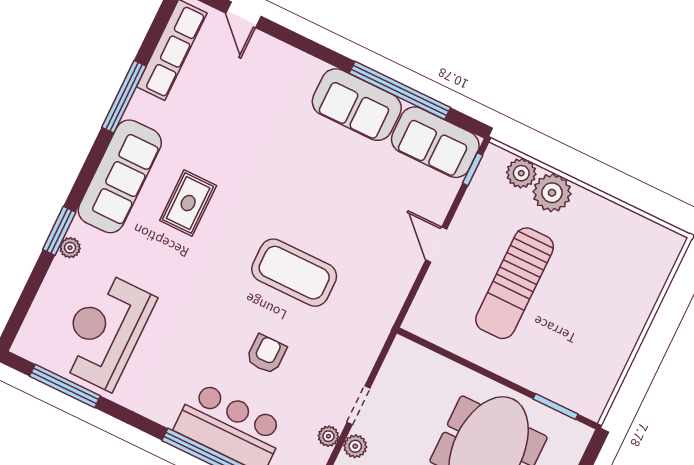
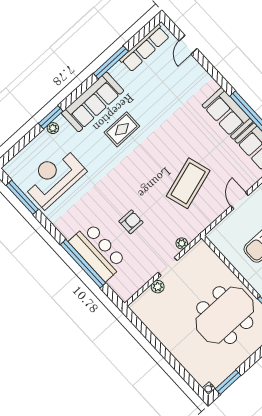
coffee table: (294, 273) -> (188, 183), moved, turned 73
plant: (328, 436) -> (182, 243), moved

